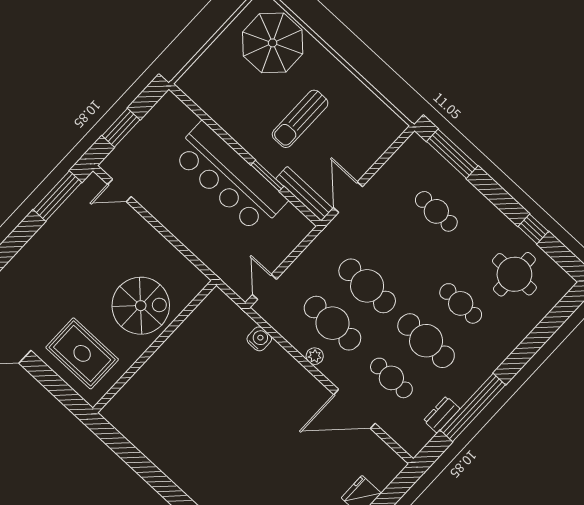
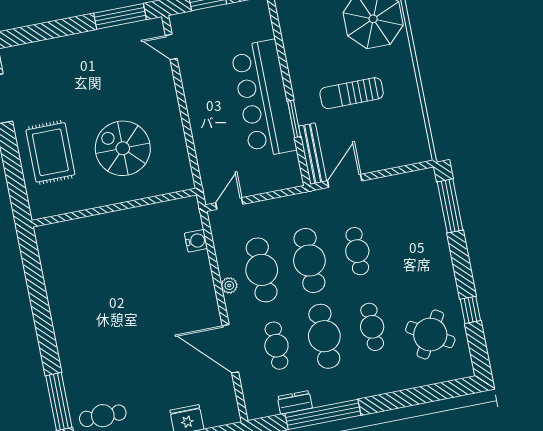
cafe table: (436, 211) -> (357, 251), moved
round table: (514, 274) -> (430, 335), turned 31
spiral stairs: (141, 306) -> (123, 148), turned 180
wall: (155, 347) -> (114, 208), moved

